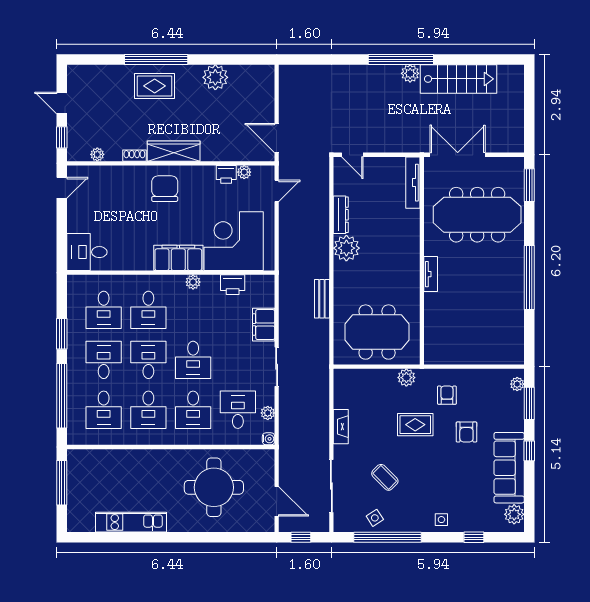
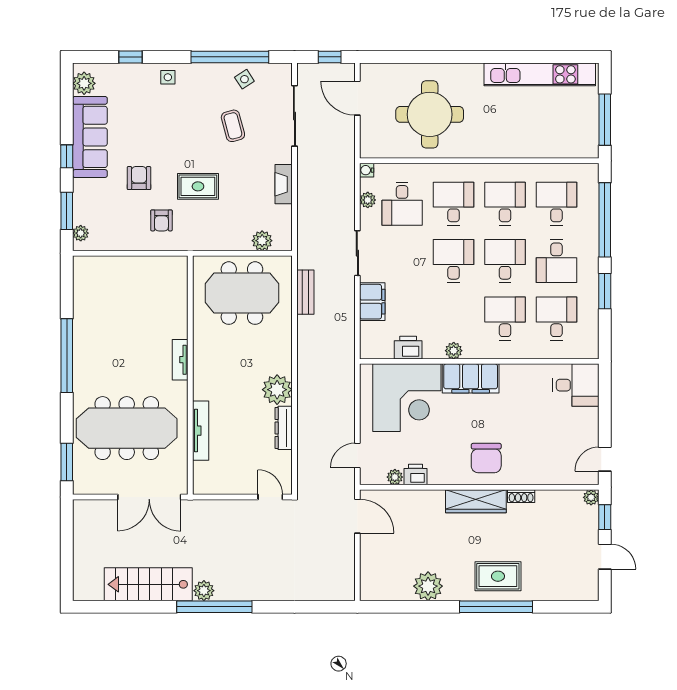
plant: (97, 154) -> (591, 497), moved
tv unit: (413, 183) -> (201, 431), moved
bench: (322, 299) -> (305, 292), moved
desk: (148, 360) -> (505, 261), turned 180
plant: (406, 378) -> (262, 241), moved
coffee table: (385, 477) -> (233, 126), turned 30
kitchen unit: (131, 522) -> (540, 74), width x1.36

